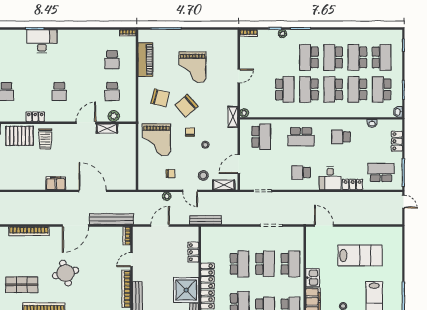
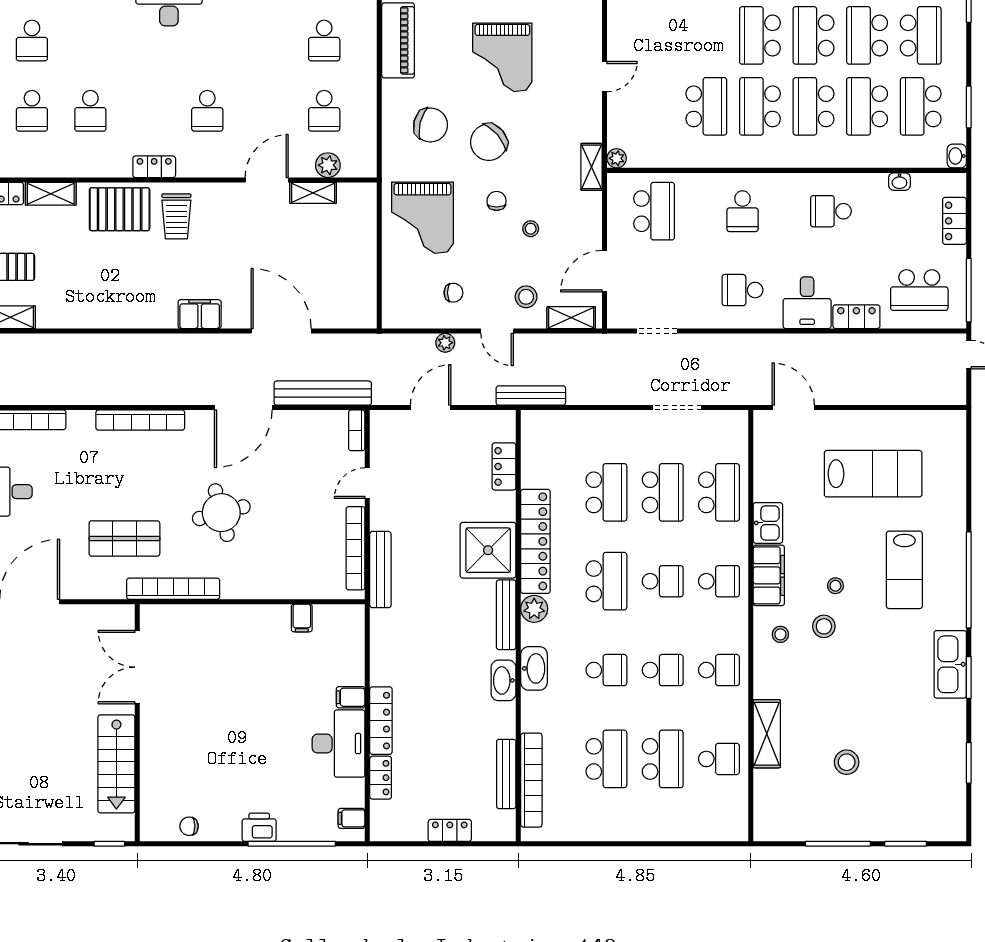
school desk: (301, 137) -> (742, 211), width x0.54
school desk: (381, 172) -> (919, 290), turned 180

